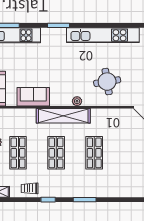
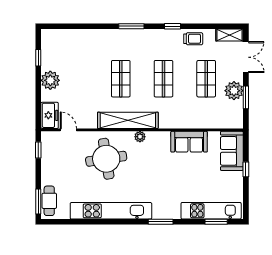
round table: (107, 82) -> (106, 159), width x1.36, depth x1.36
shelving: (63, 116) -> (128, 120), moved

